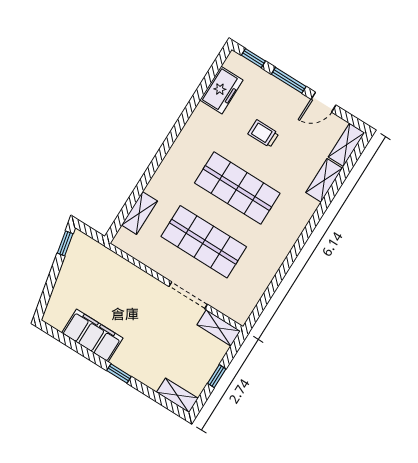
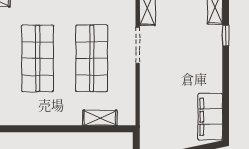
filing cabinet: (92, 335) -> (210, 117), moved
window: (119, 373) -> (226, 36), moved

